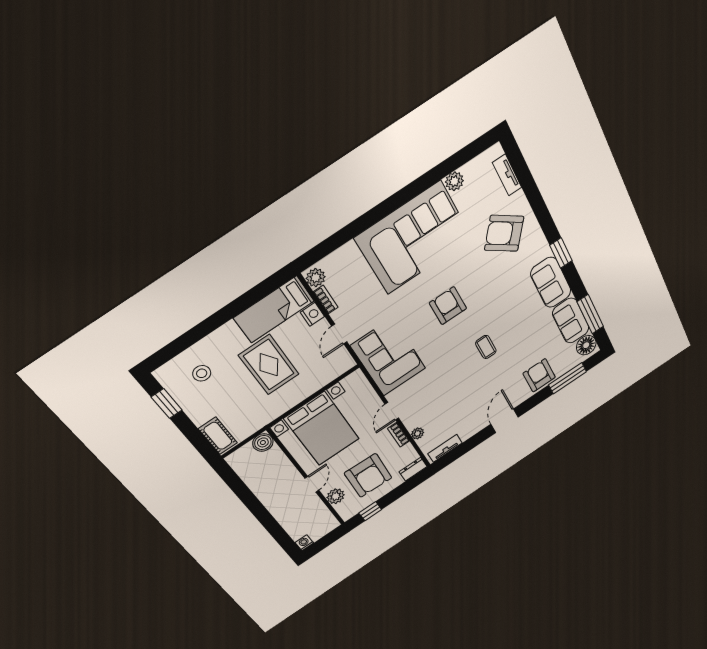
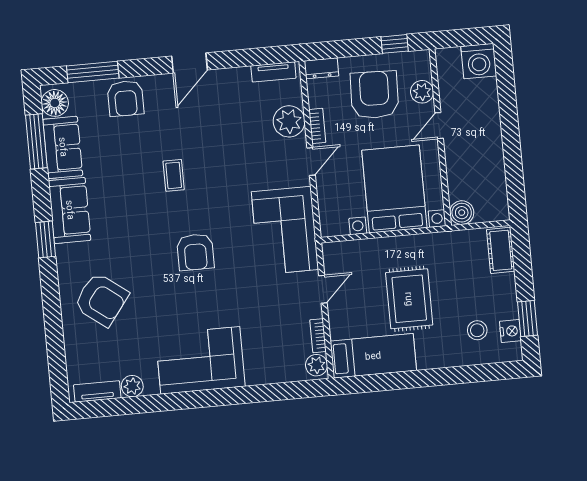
tv unit: (507, 175) -> (97, 391), moved, turned -90
corner sofa: (414, 238) -> (200, 360), width x0.73, depth x0.74
nightstand: (312, 314) -> (510, 331), moved, turned 180
plant: (418, 433) -> (289, 121), width x1.87, depth x1.87
washing machine: (304, 543) -> (479, 61), width x1.89, depth x1.89

